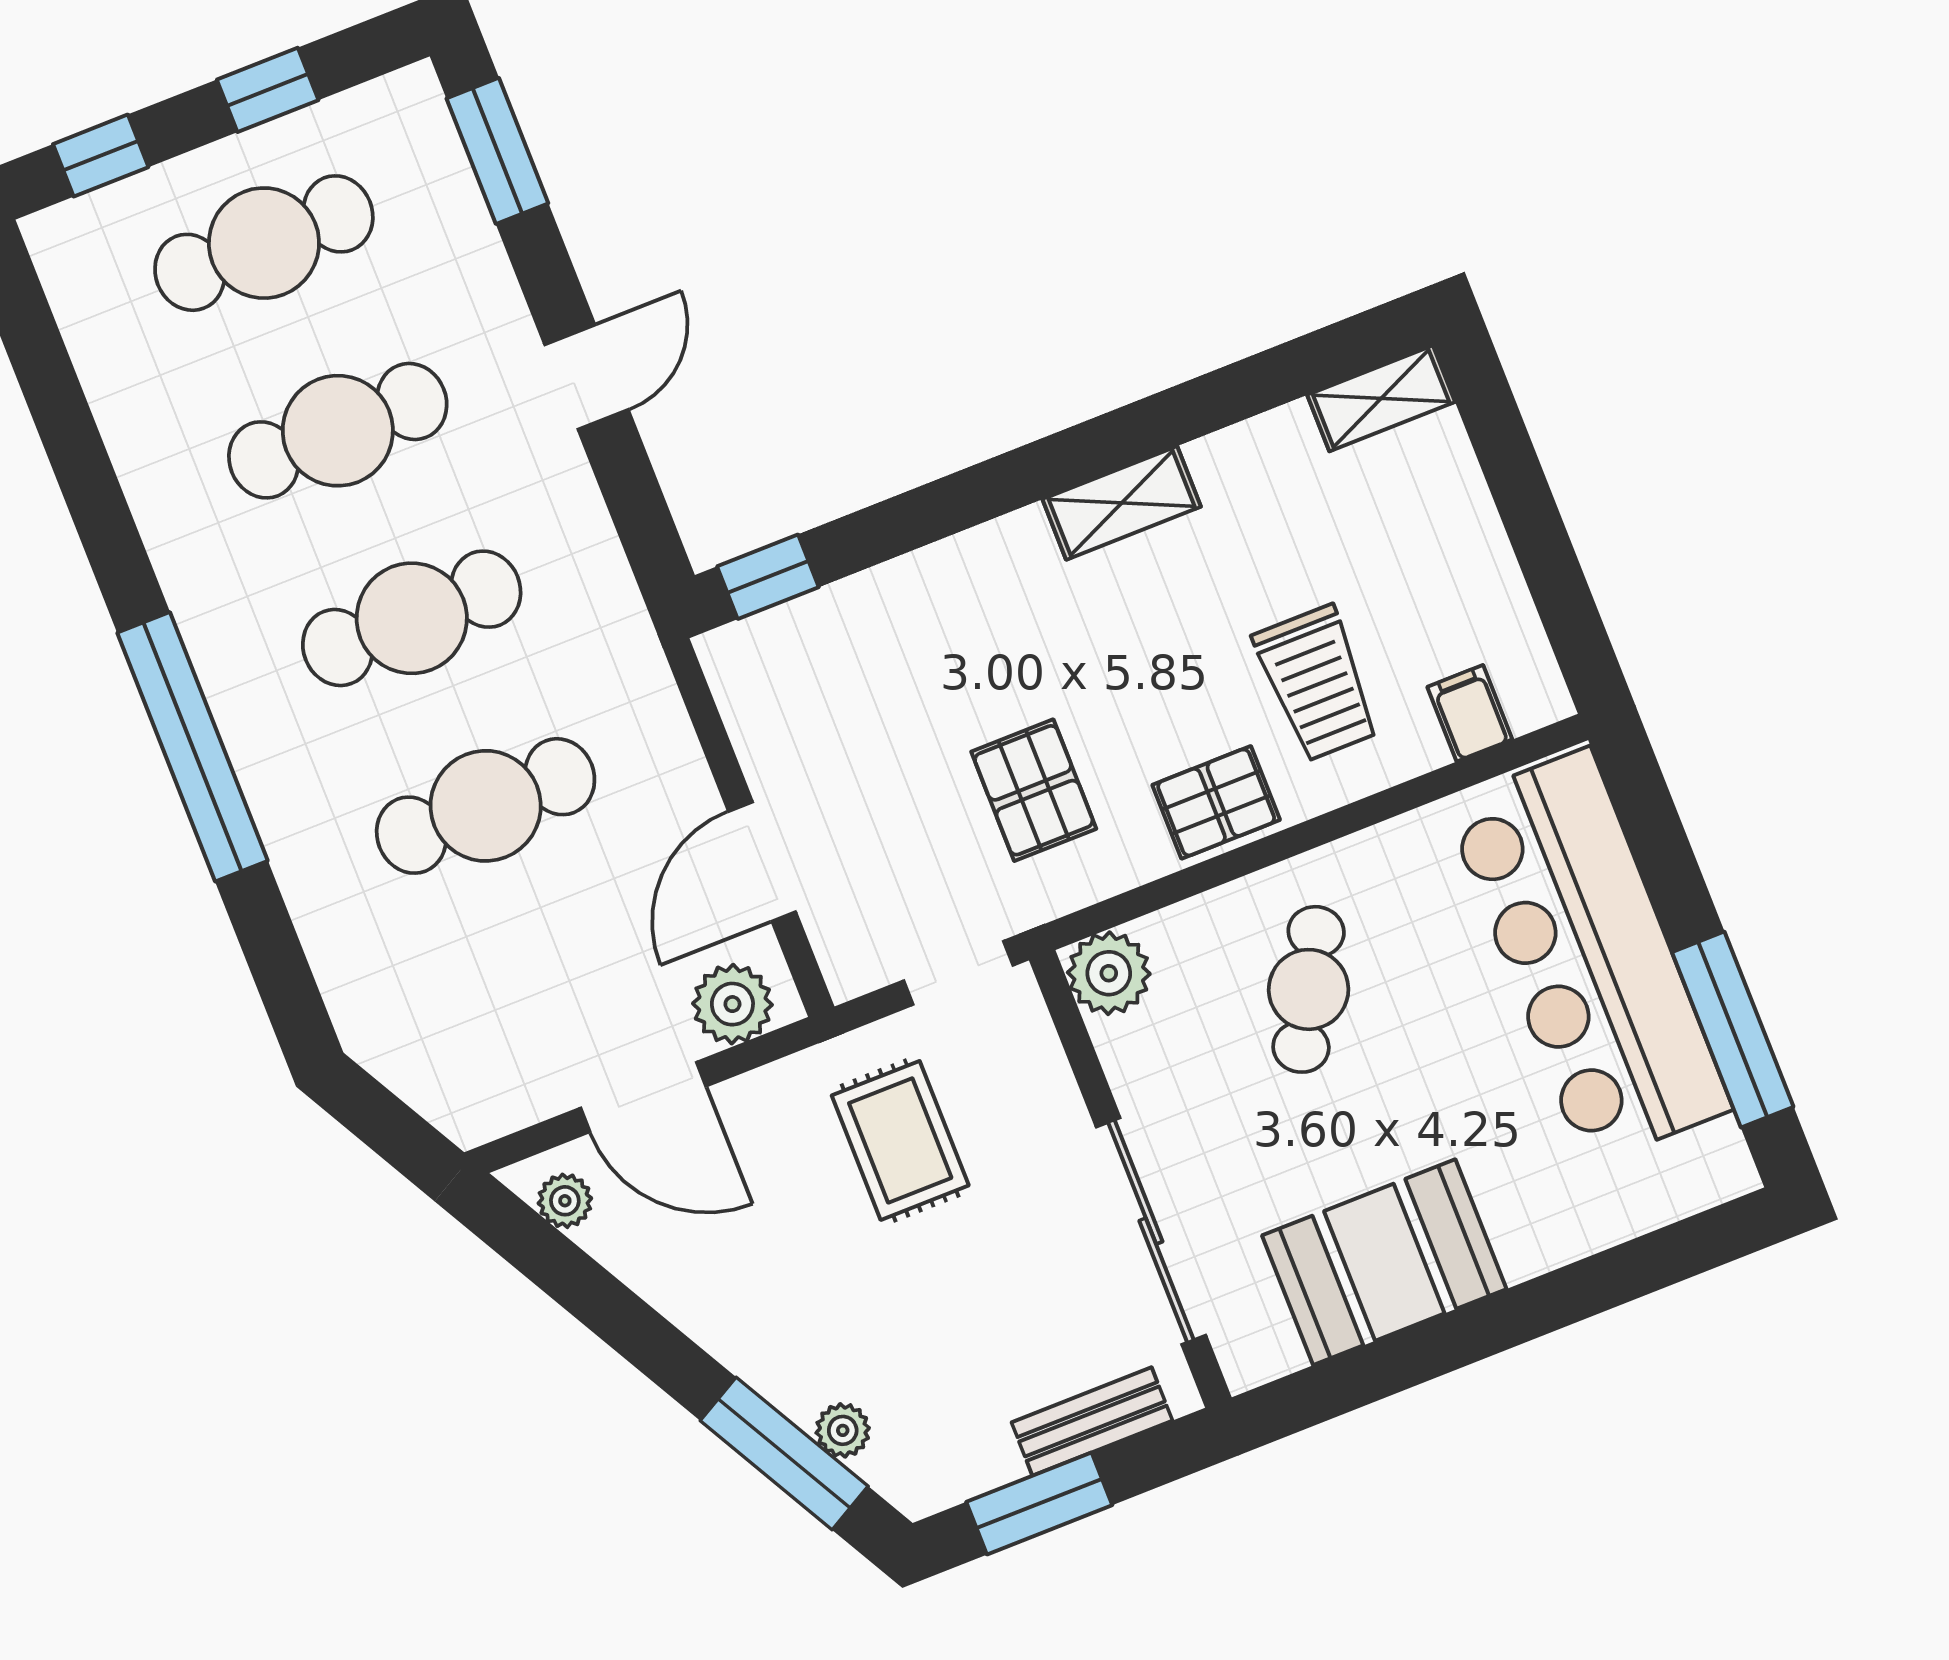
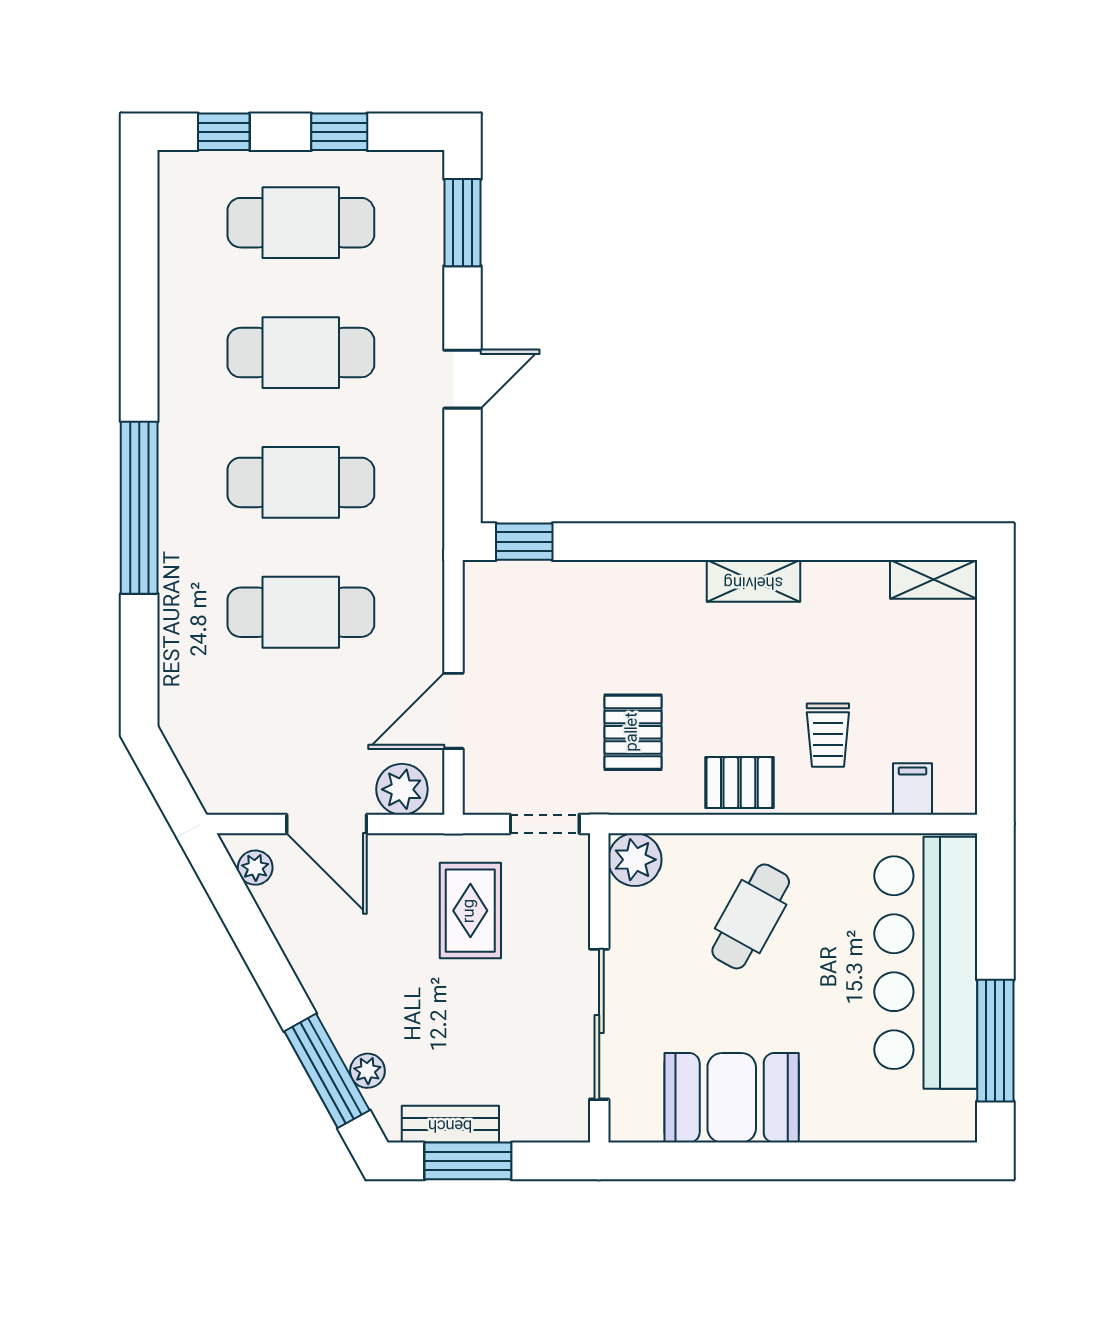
trolley: (1317, 683) -> (828, 735), width x0.73, depth x0.72
bench: (1092, 1421) -> (450, 1124), moved

